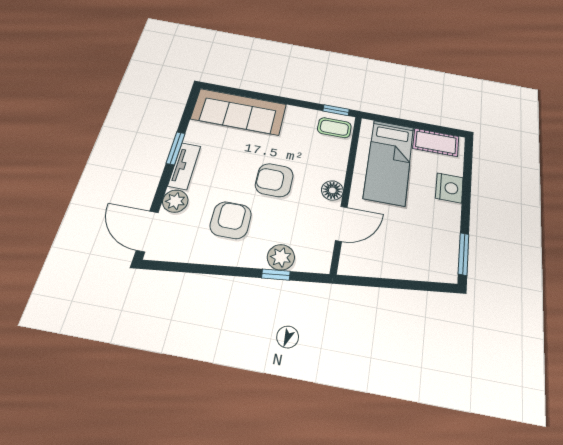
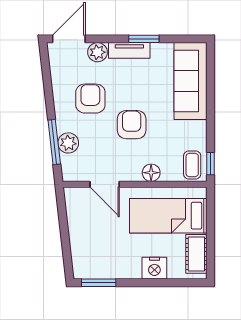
floor lamp: (332, 190) -> (151, 173), moved
armchair: (231, 220) -> (90, 99), turned -90
window: (276, 275) -> (54, 142), width x2.17

